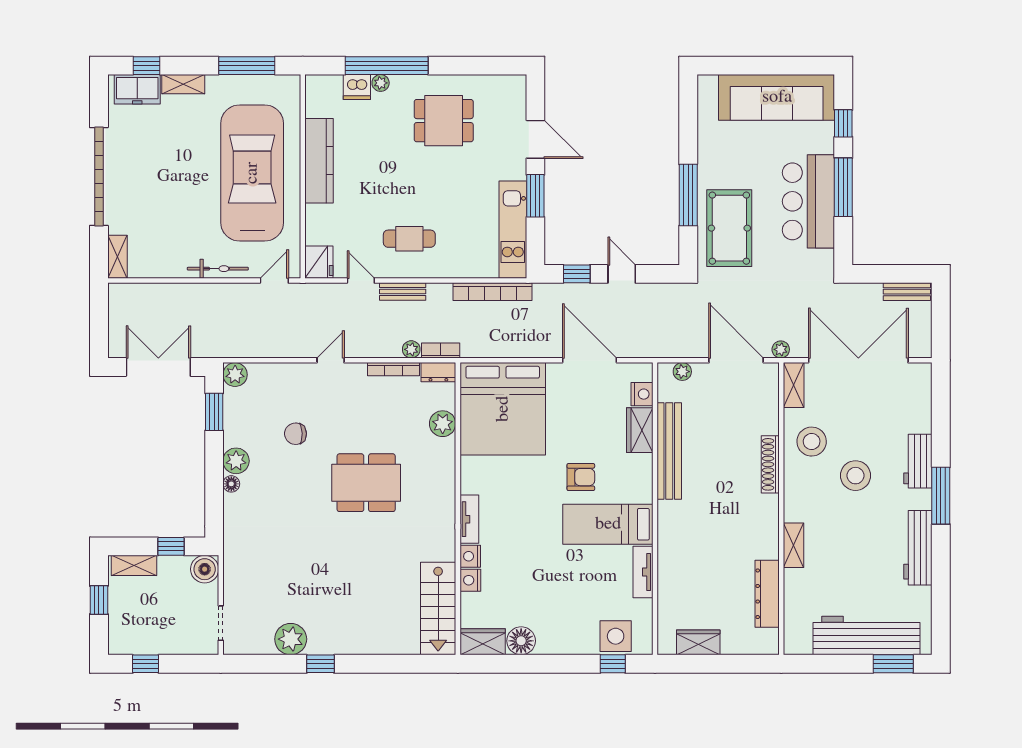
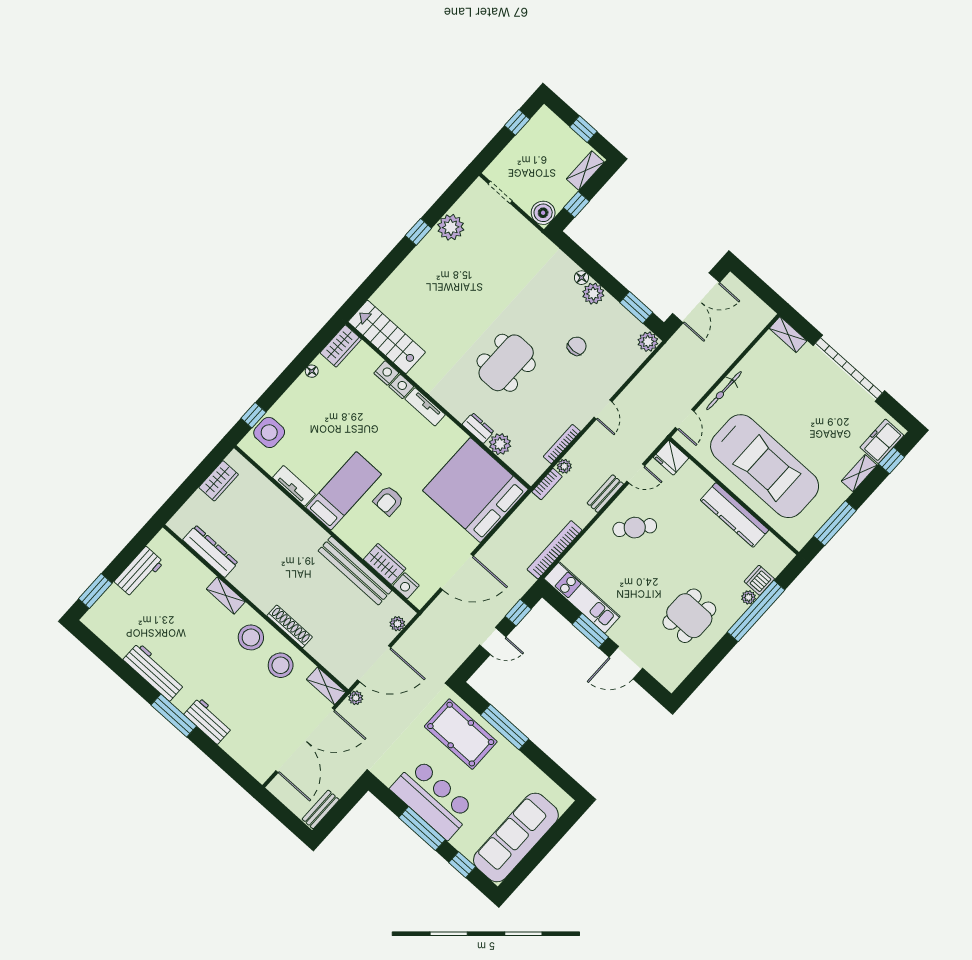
cafe table: (409, 239) -> (635, 528), turned 41
dresser: (438, 372) -> (478, 428), moved, turned 90
stool: (856, 476) -> (251, 637), moved
workbench: (867, 636) -> (139, 572), width x0.53, depth x0.76
floor lamp: (521, 641) -> (312, 371), width x0.53, depth x0.53

